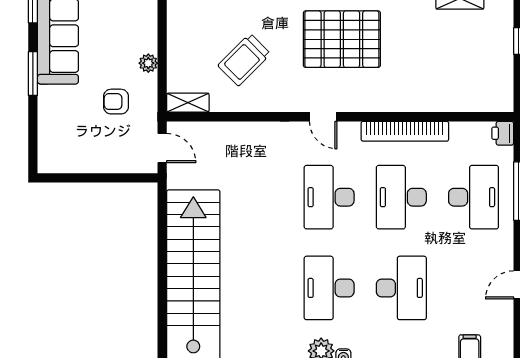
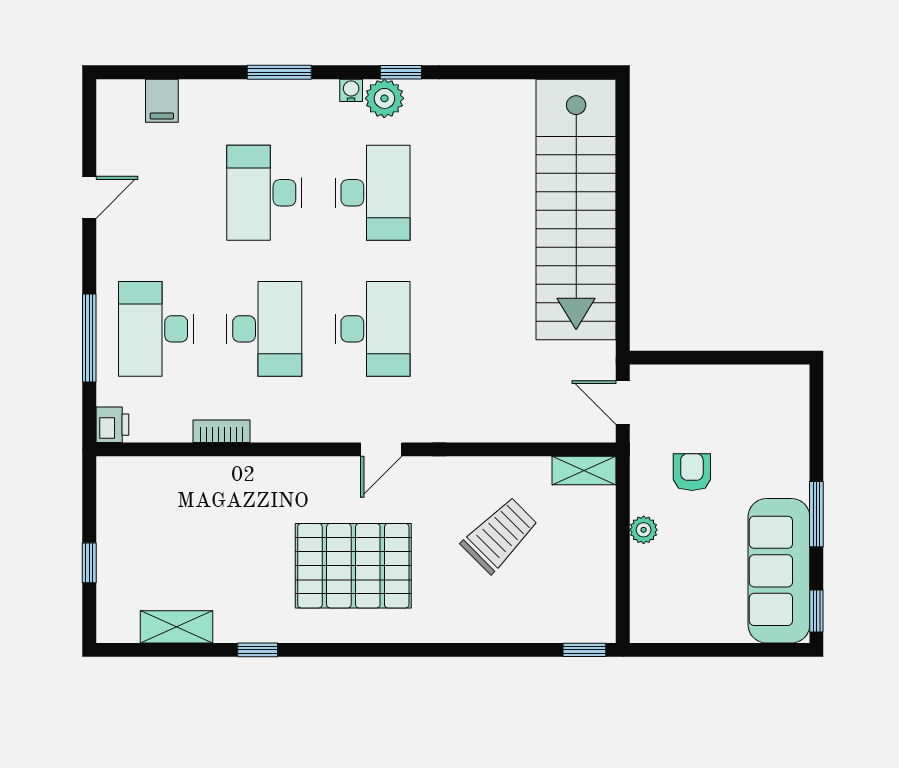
armchair: (116, 102) -> (692, 472), turned -90
door: (323, 117) -> (381, 449), swing flipped
bookcase: (405, 131) -> (222, 431), width x0.43, depth x0.76

